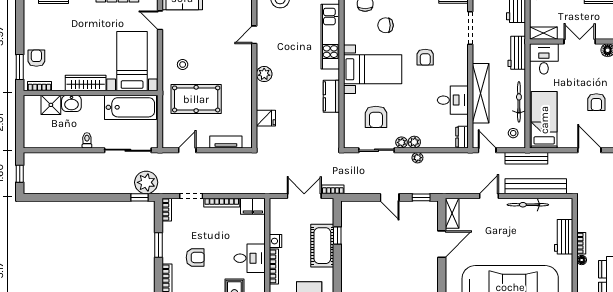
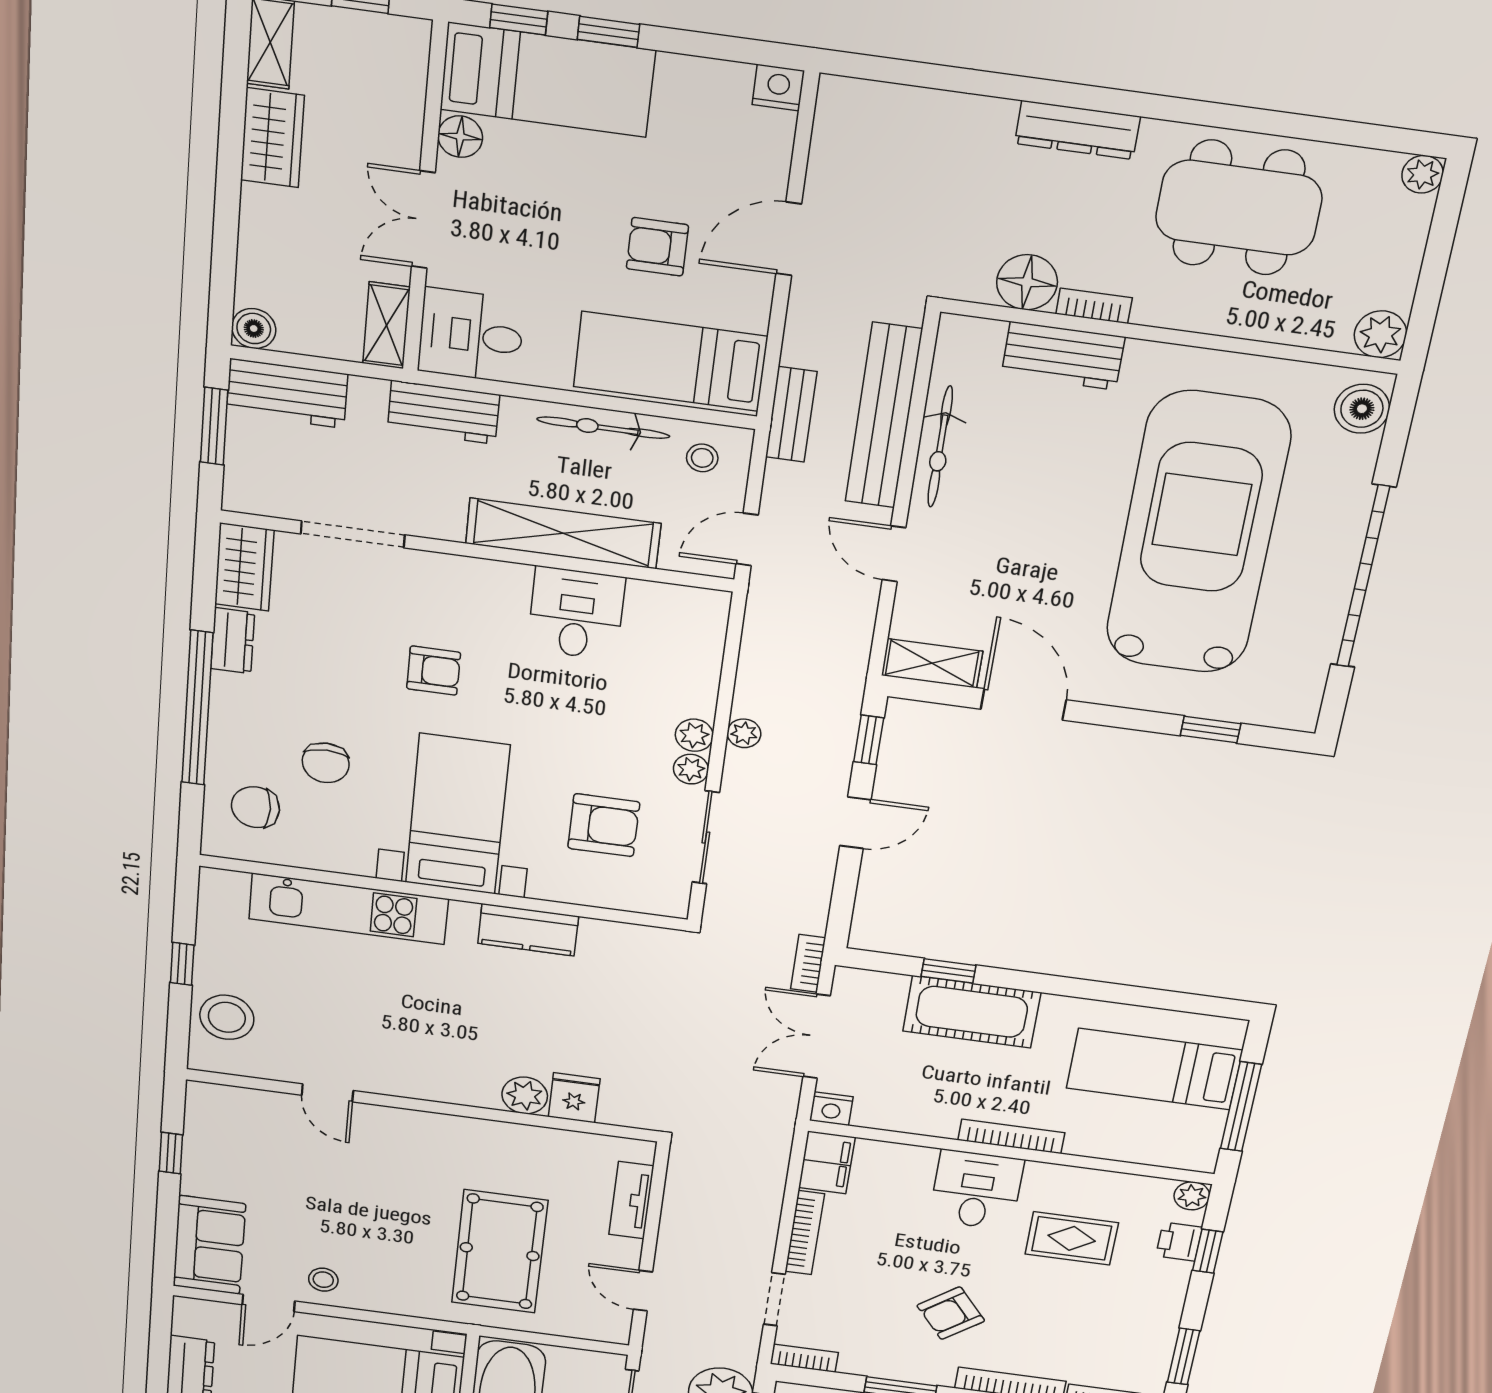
stool: (183, 65) -> (323, 1280), moved
plant: (264, 74) -> (525, 1095), moved
armchair: (596, 102) -> (657, 247), moved, turned 180
dresser: (462, 137) -> (696, 604), removed
bench: (526, 158) -> (791, 414), width x0.73
nightstand: (275, 241) -> (831, 1109), moved
armchair: (195, 257) -> (951, 1313), turned -128
floor lamp: (582, 260) -> (1027, 282), moved, width x1.89, depth x1.89

